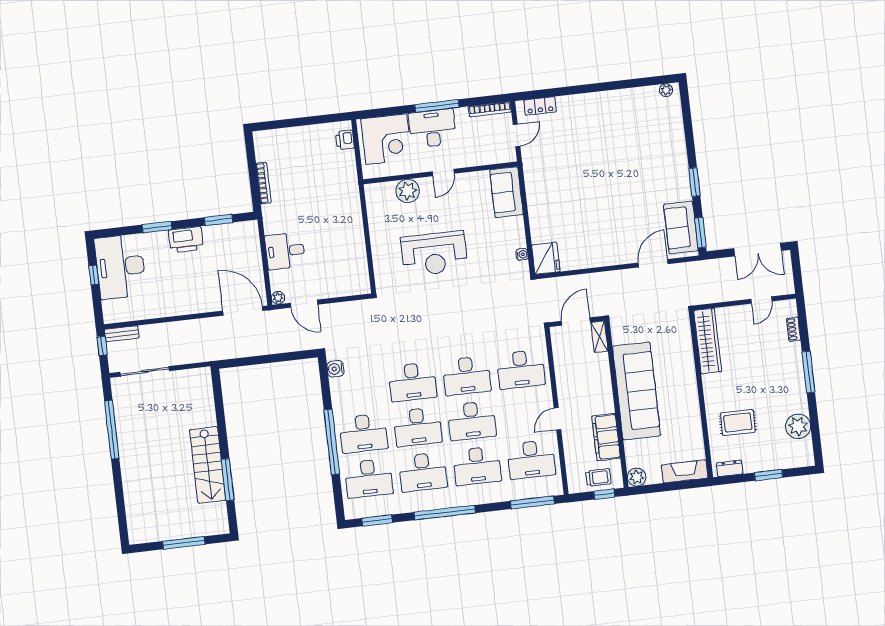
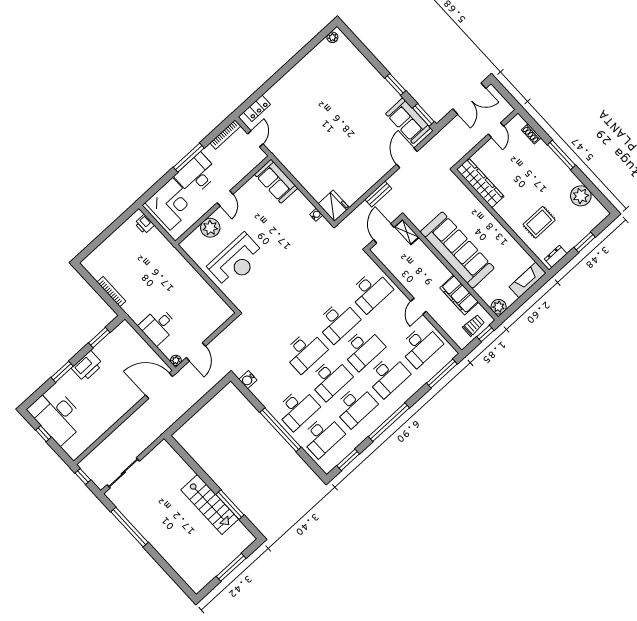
reception desk: (434, 254) -> (236, 261), moved
door: (304, 304) -> (196, 352), hinge flipped
bench: (122, 334) -> (378, 194), moved

